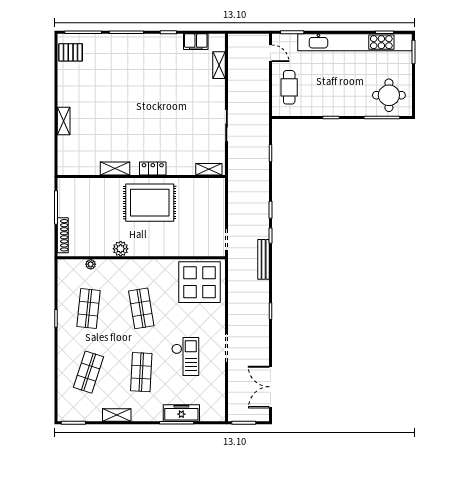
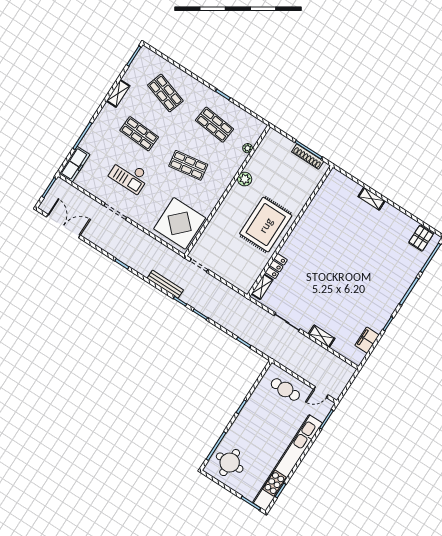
shelving: (219, 65) -> (322, 336), moved
shelving: (115, 169) -> (309, 215), removed
locker: (153, 169) -> (276, 266), moved
shoe rack: (63, 235) -> (308, 157), moved
freezer: (181, 413) -> (75, 164), moved

